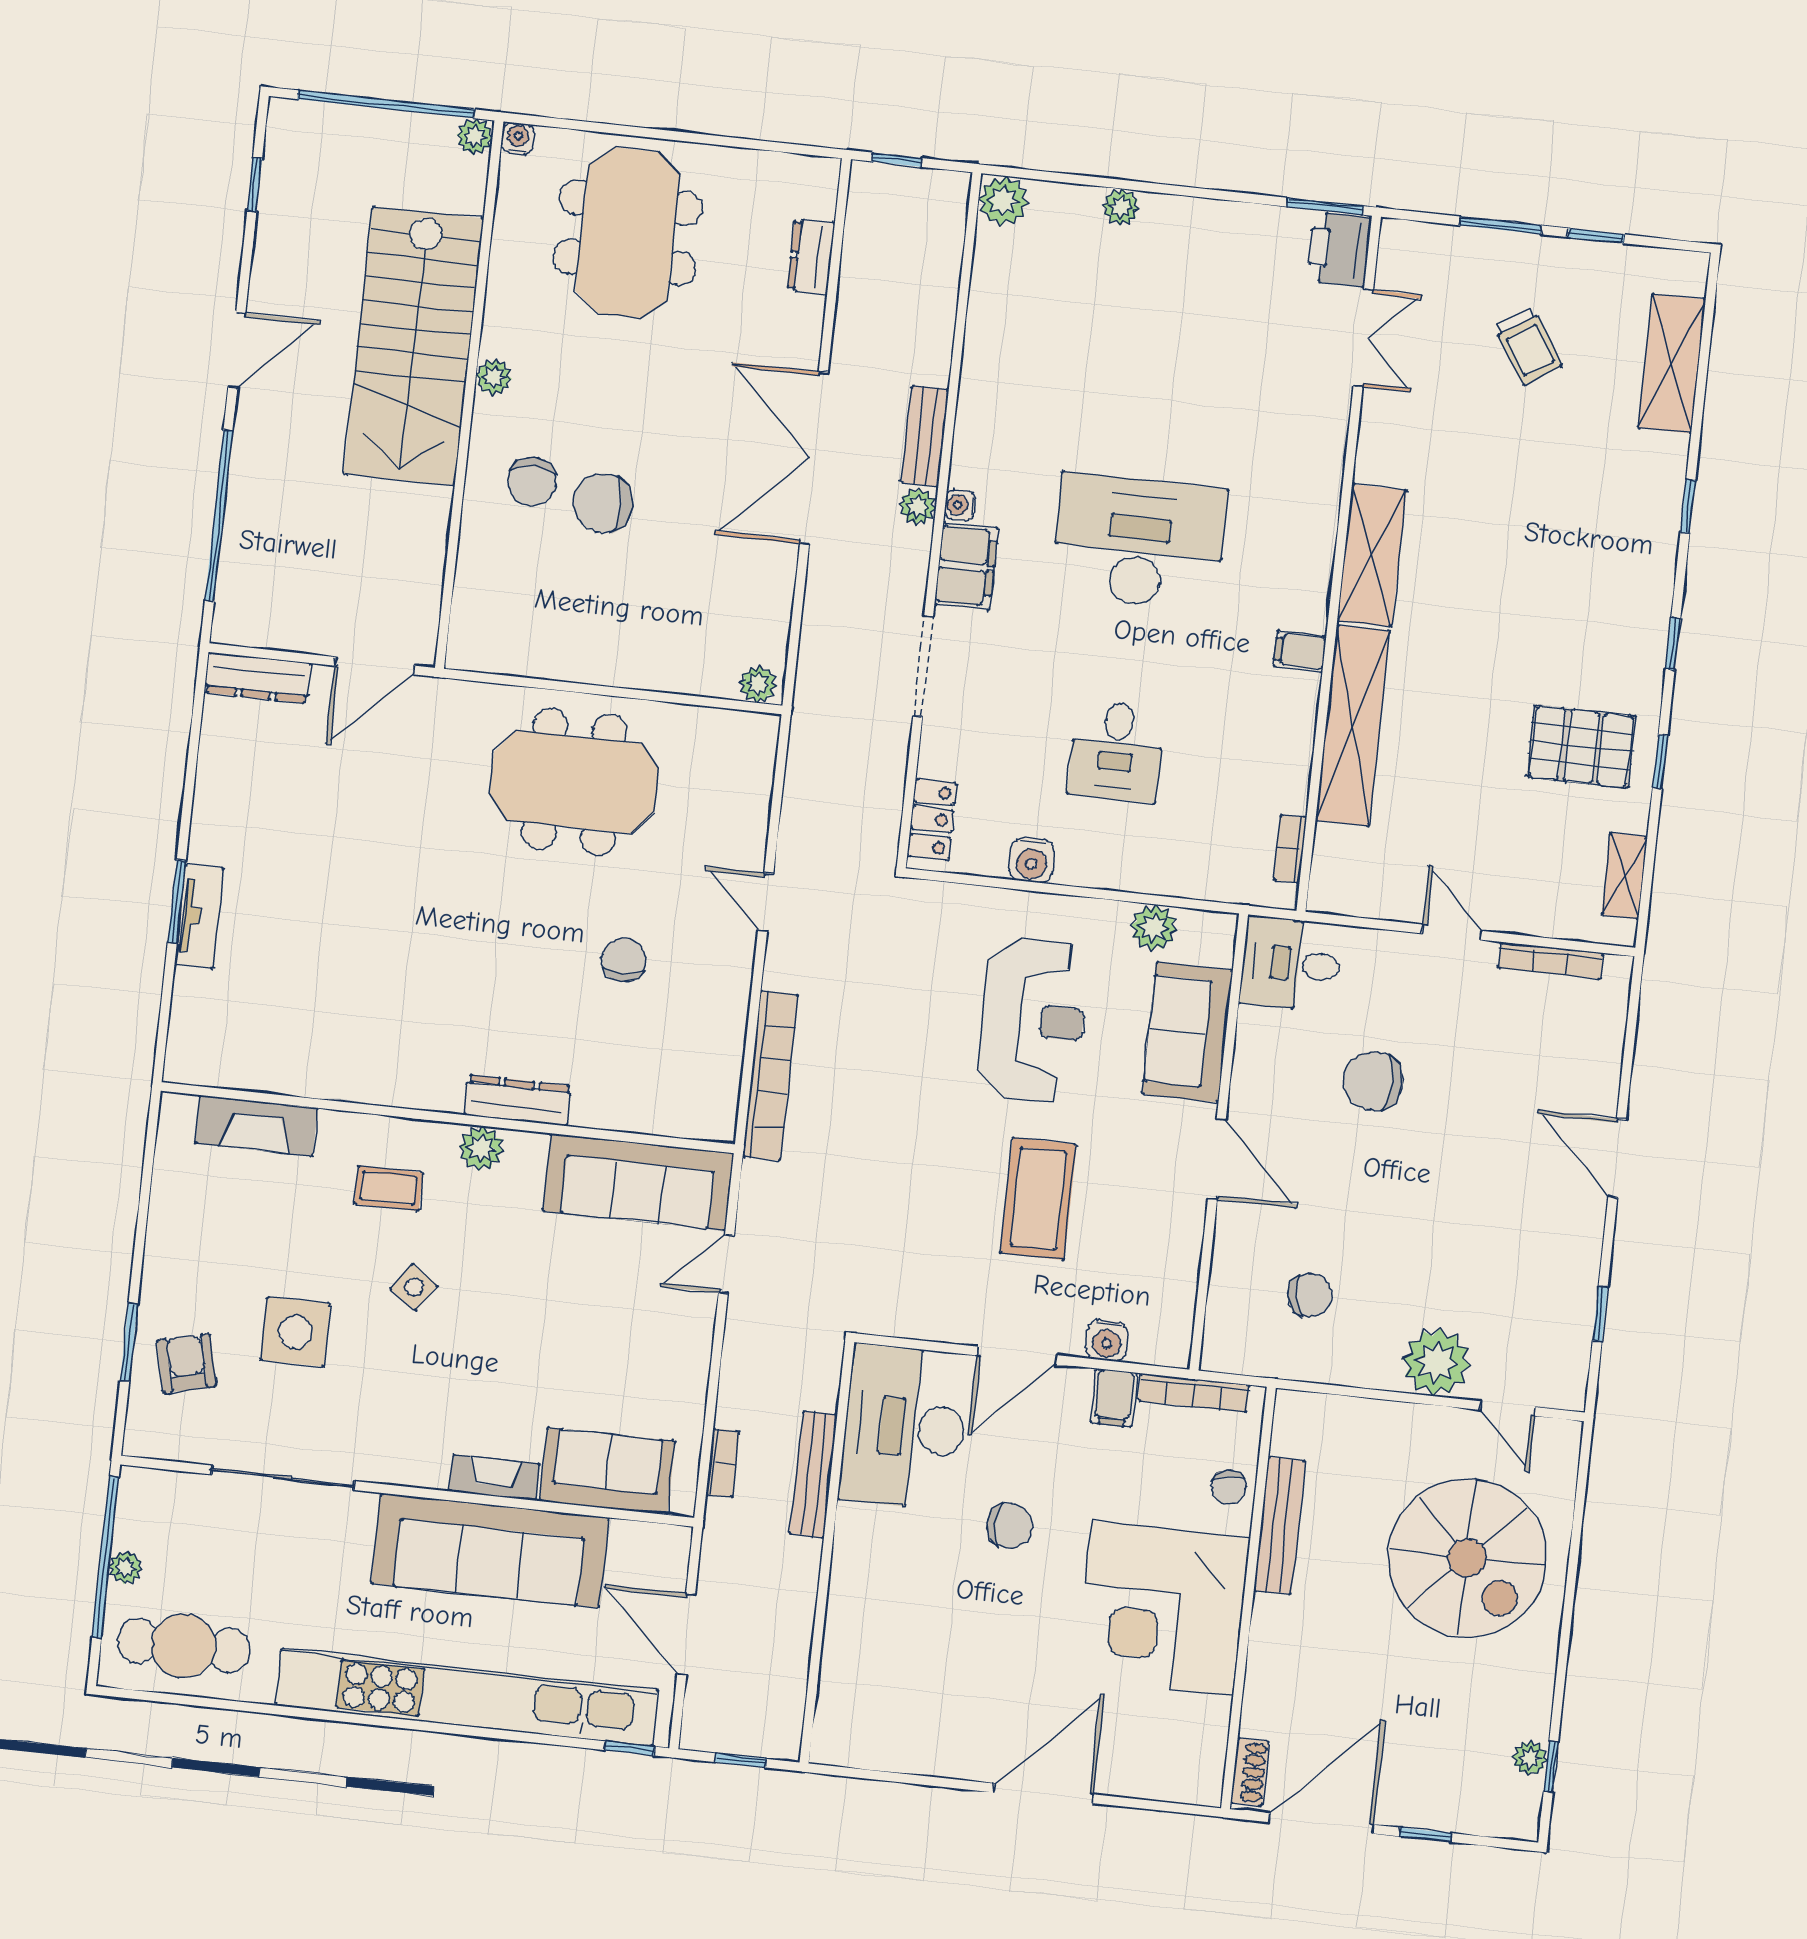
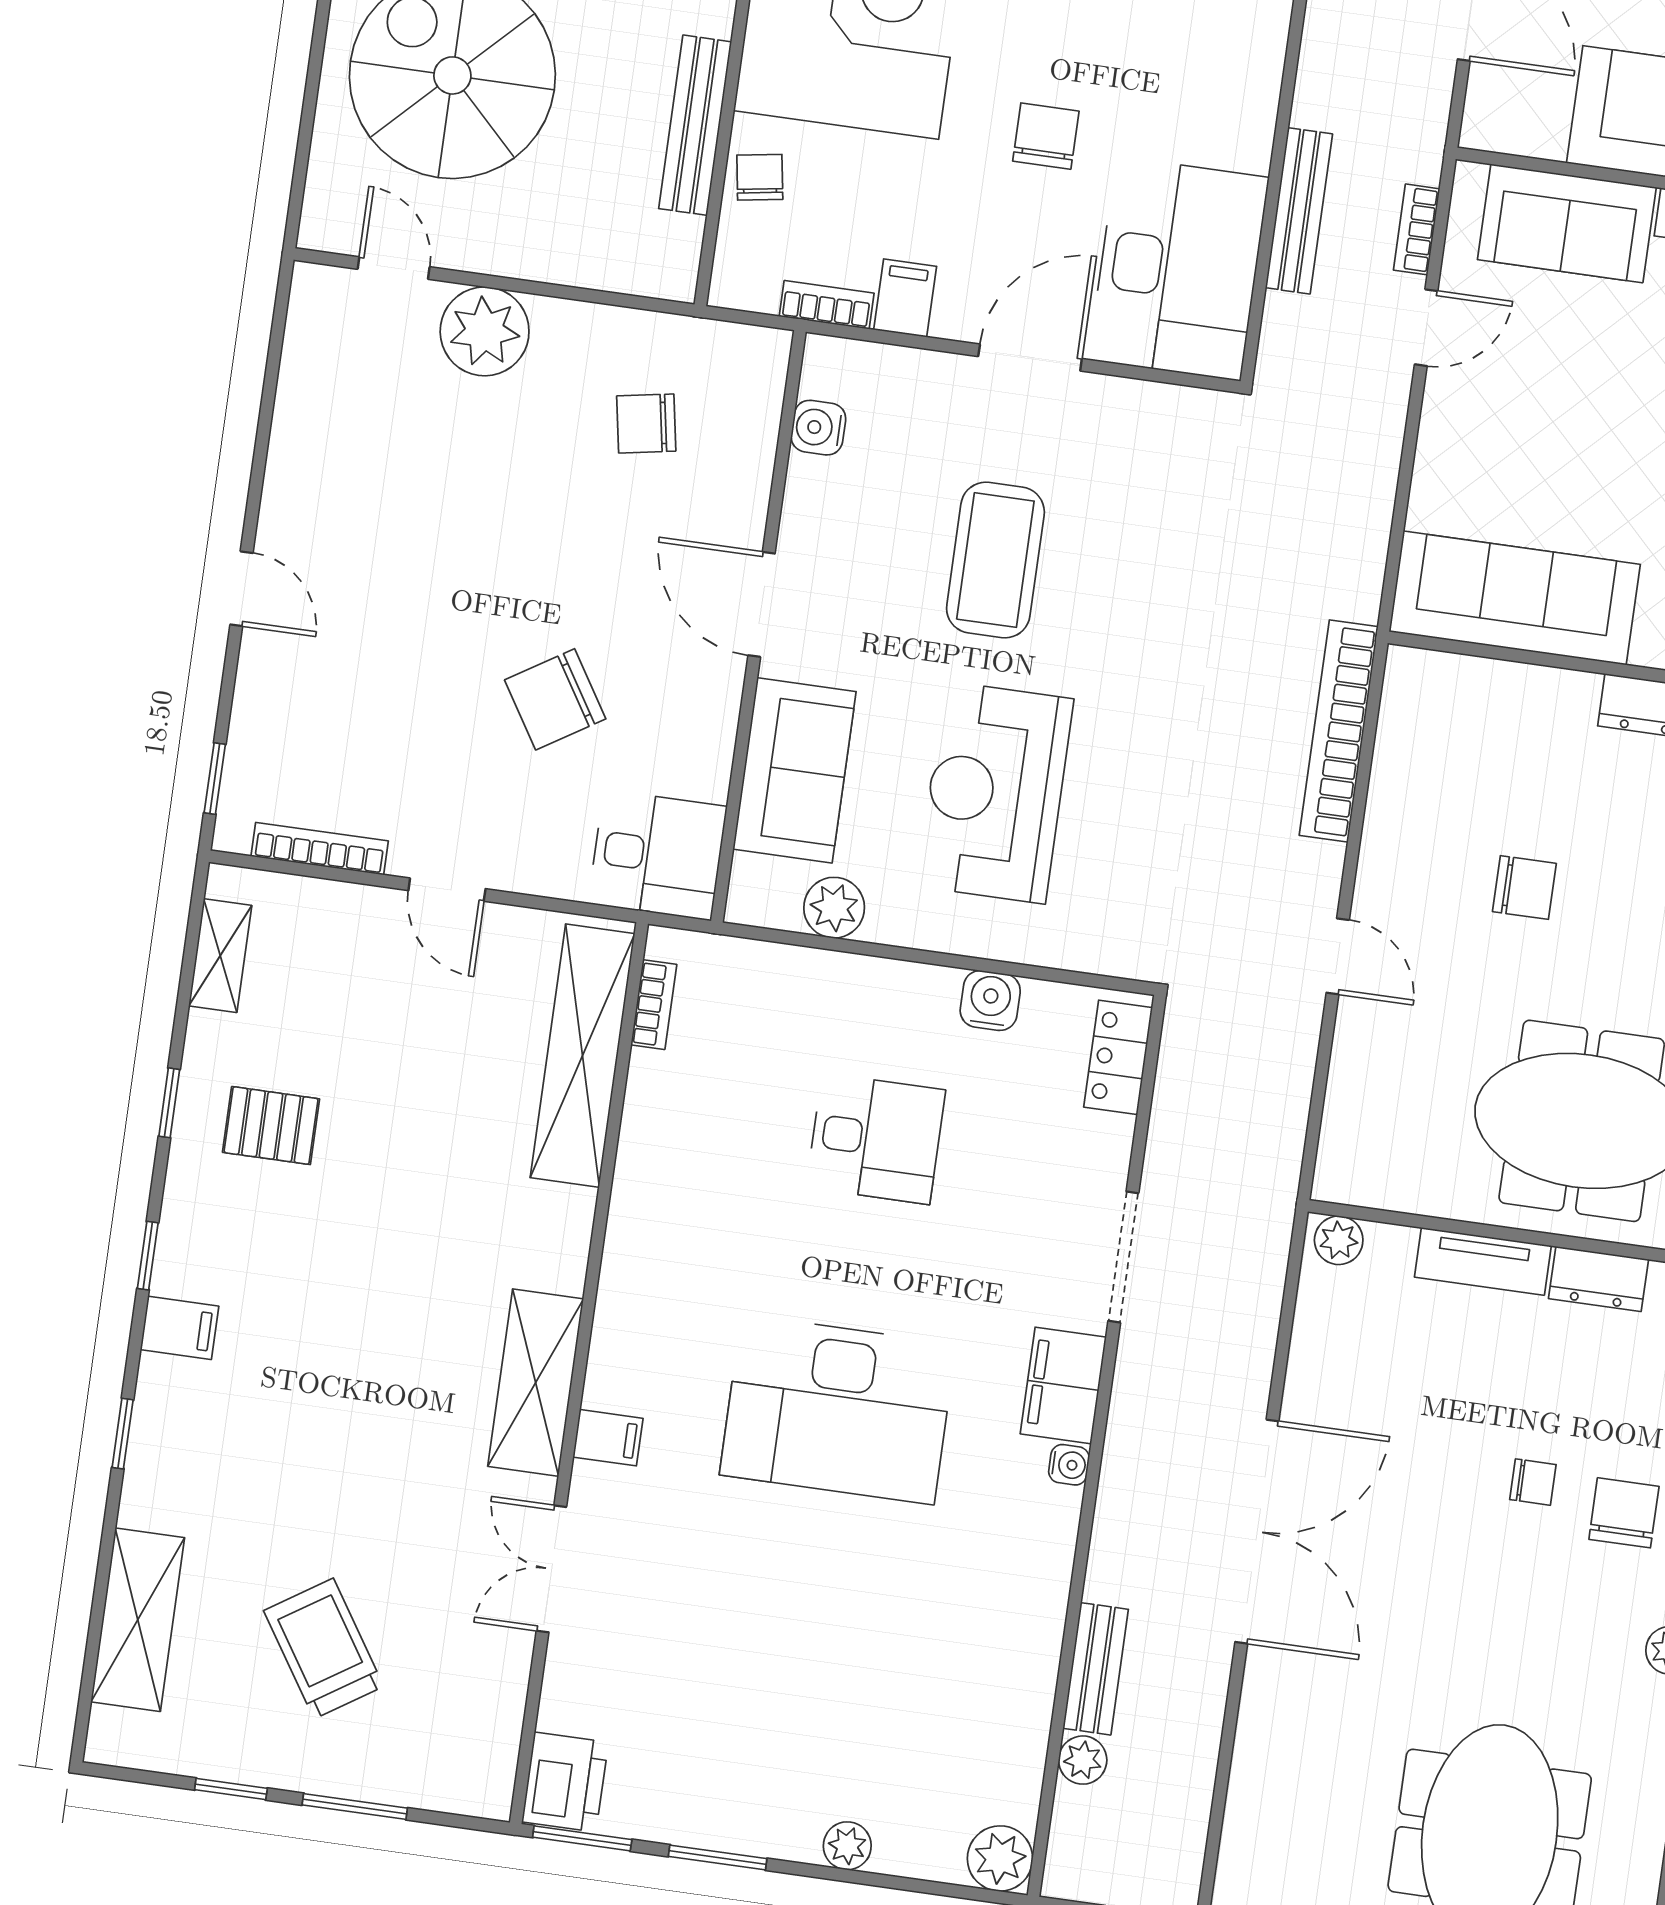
window: (1220, 195) -> (718, 1857), added
dresser: (811, 257) -> (1599, 1279), moved, turned 90
double door: (1363, 338) -> (551, 1569), moved
trolley: (1528, 346) -> (324, 1648), width x1.36, depth x1.39
bench: (925, 436) -> (1096, 1669), moved
chair: (603, 503) -> (1533, 1482), width x0.54, depth x0.54
plant: (918, 506) -> (1083, 1760), moved
filing cabinet: (1647, 589) -> (180, 1328), added
filing cabinet: (1300, 651) -> (608, 1438), moved
tv unit: (647, 671) -> (1483, 1261), added
shelving: (1353, 725) -> (582, 1056), moved
pallet: (1581, 747) -> (271, 1126), width x0.67, depth x0.71
desk: (1116, 751) -> (876, 1139), turned 90
chair: (624, 960) -> (1524, 888), turned -90
chair: (1373, 1081) -> (555, 699), turned 148
door: (1617, 1158) -> (241, 589), width x0.73
door: (726, 1264) -> (1426, 328), moved
window: (1600, 1314) -> (215, 779), moved
water cooler: (1107, 1341) -> (818, 428), moved, turned -90
bookcase: (1194, 1393) -> (827, 305), width x0.64
chair: (1010, 1526) -> (1046, 136), turned 90

